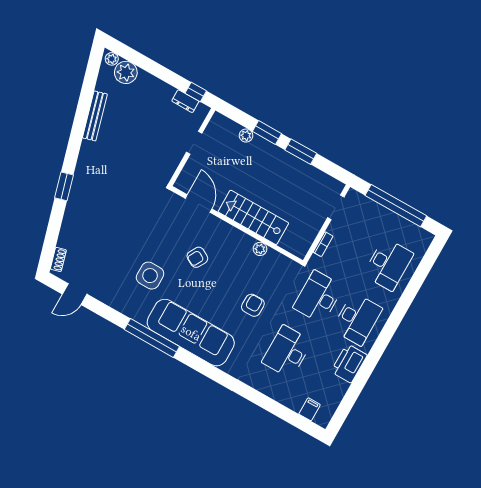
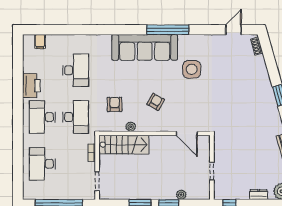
dresser: (185, 101) -> (259, 195), moved
stairs: (253, 217) -> (124, 145), moved
armchair: (197, 257) -> (156, 102), moved
armchair: (253, 305) -> (115, 104), moved, turned 180

